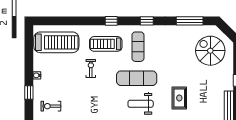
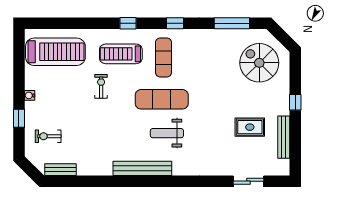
rug: (179, 98) -> (250, 127), moved, turned 90

